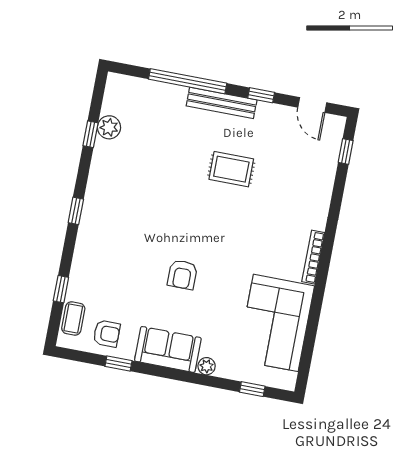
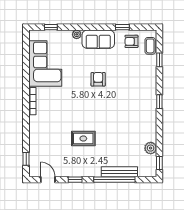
bench: (222, 103) -> (119, 172), moved
window: (90, 134) -> (159, 163), moved

